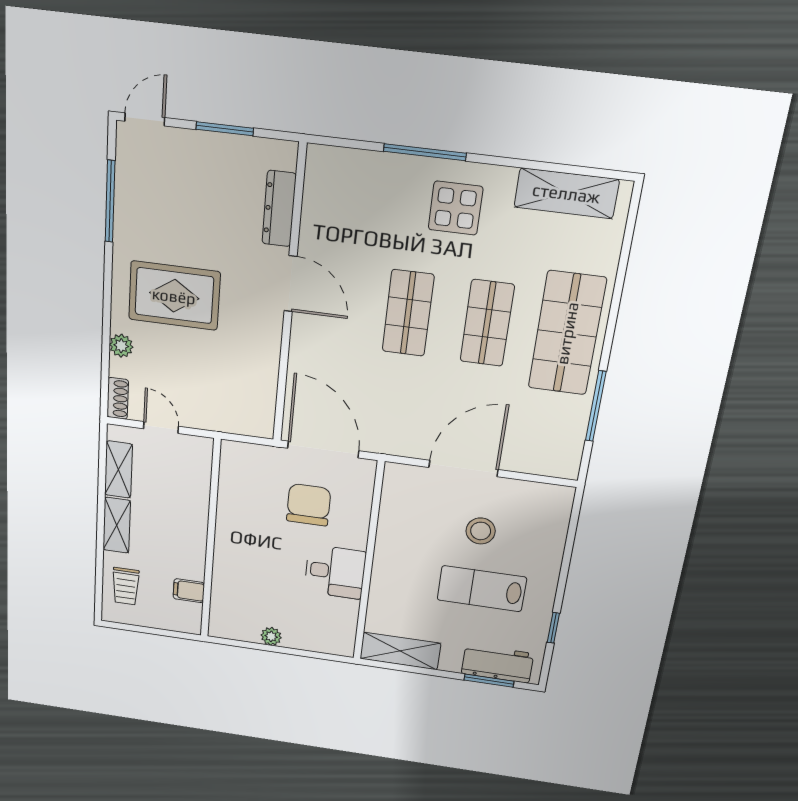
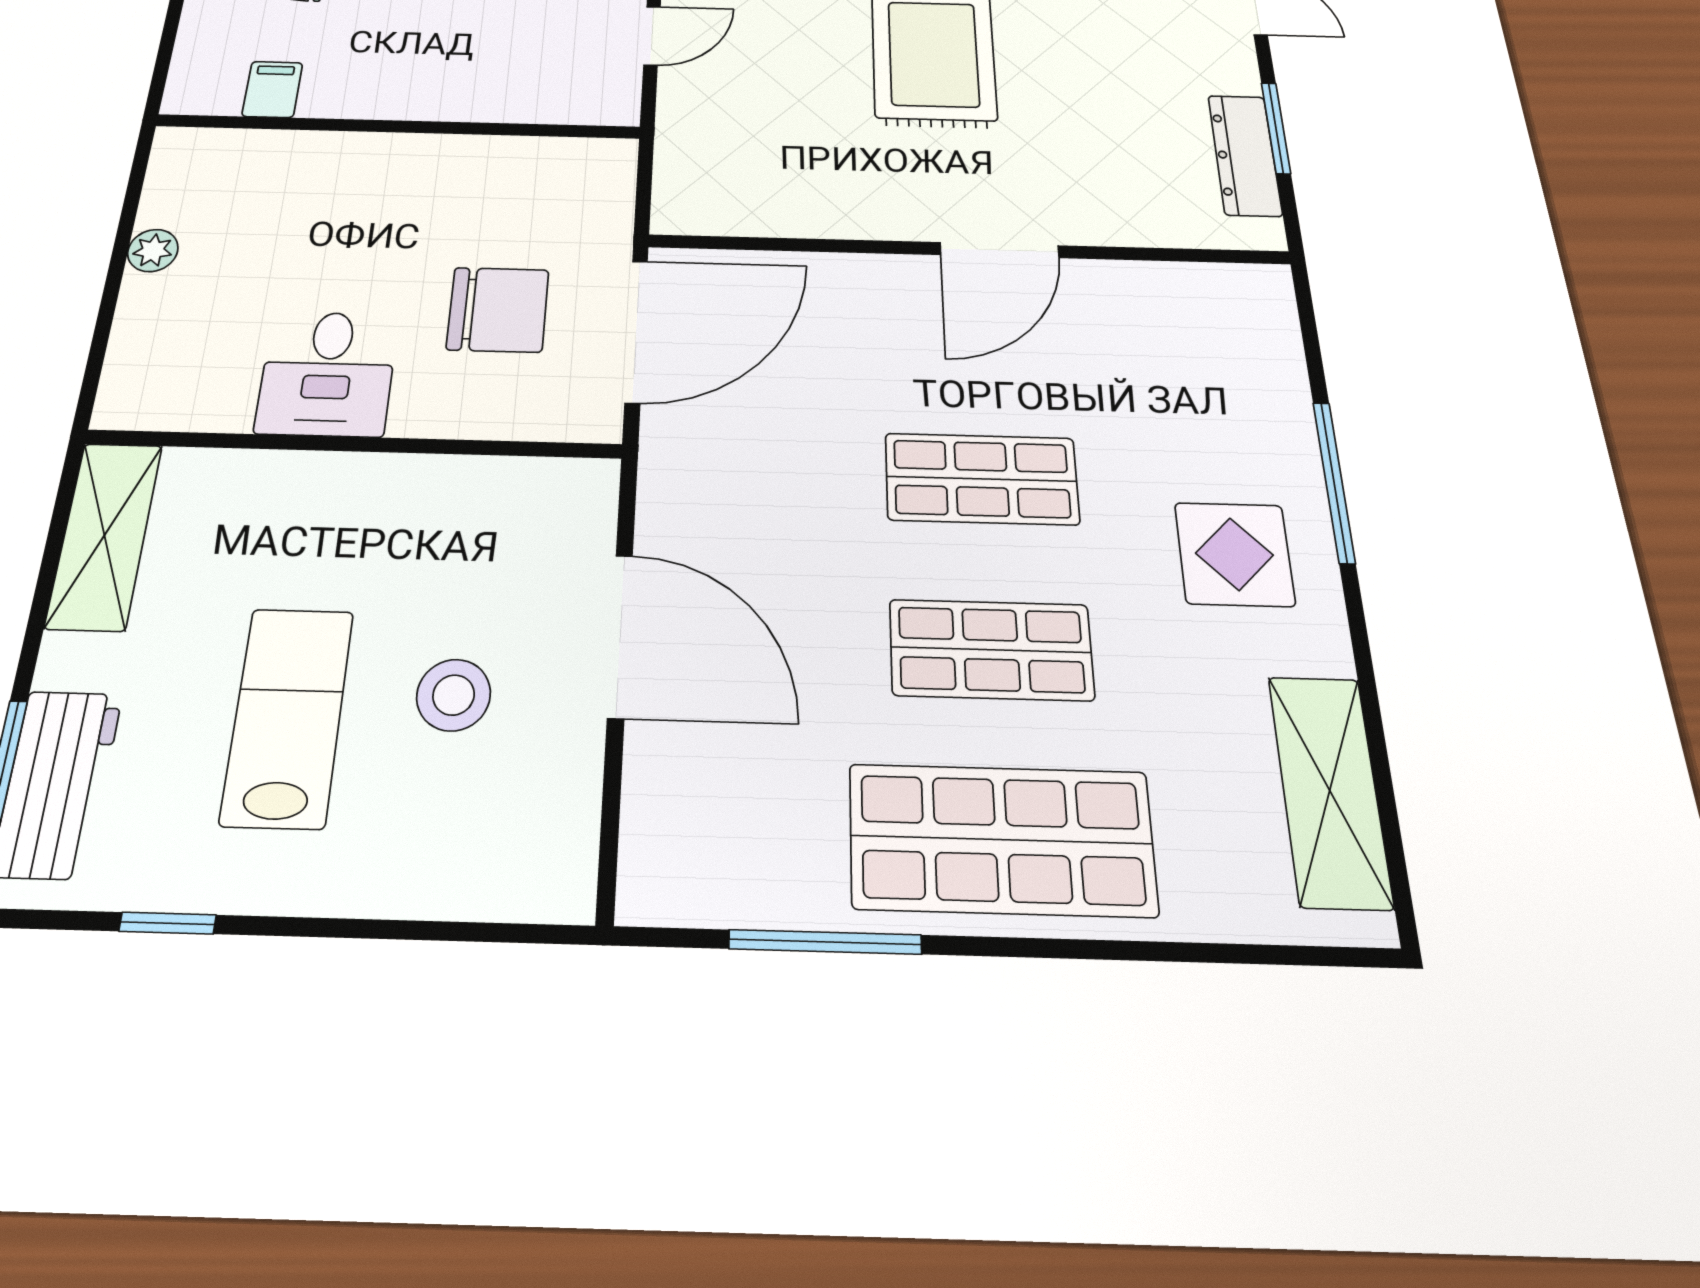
dresser: (279, 209) -> (1245, 155), moved, turned -90

